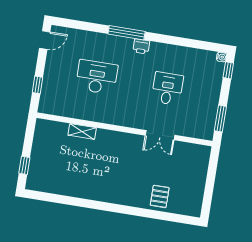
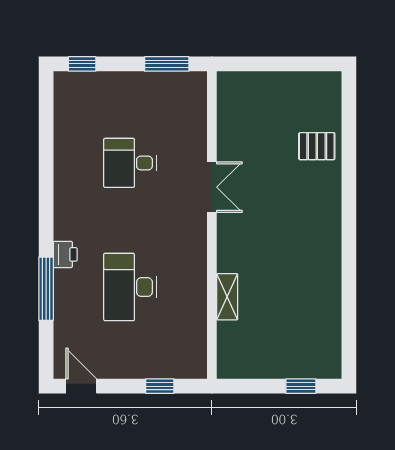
window: (127, 33) -> (46, 289), moved
printer: (141, 46) -> (65, 254), moved
water cooler: (221, 57) -> (61, 79), removed
double door: (160, 135) -> (212, 187), moved

